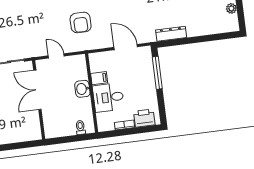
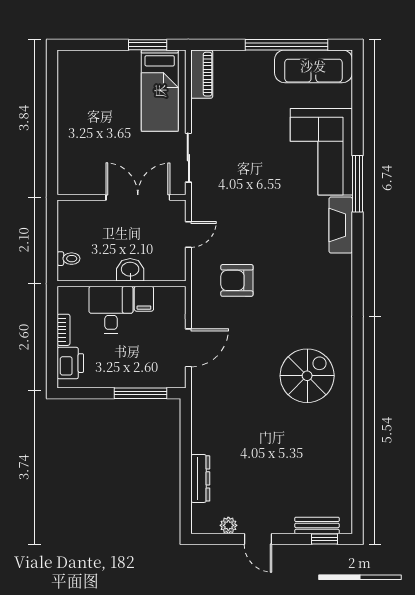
dresser: (171, 34) -> (200, 478), moved

